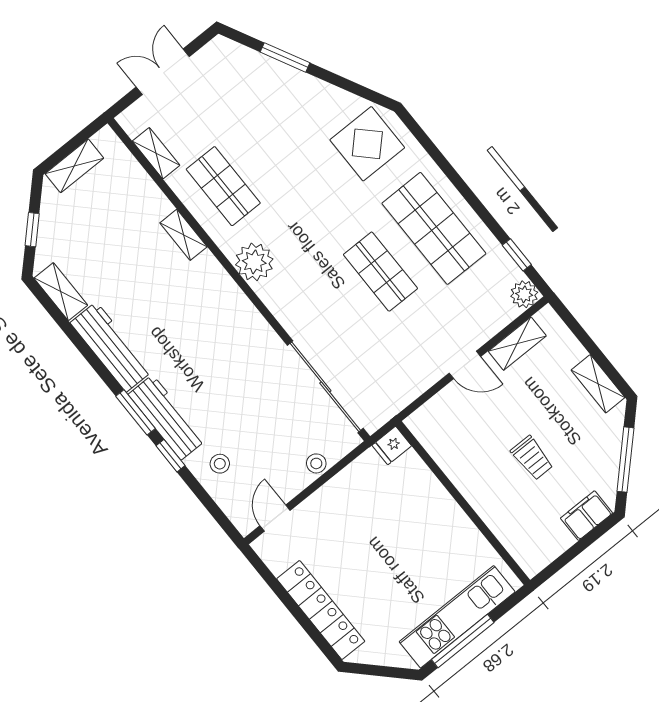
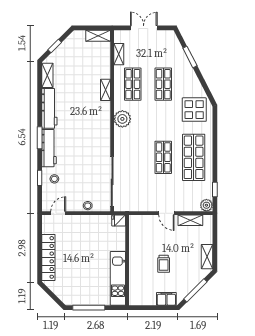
shop shelf: (277, 143) -> (163, 84), added
shelving: (74, 166) -> (98, 36), moved
window: (170, 456) -> (40, 178), moved
kitchen unit: (457, 617) -> (118, 278), moved, turned -90

